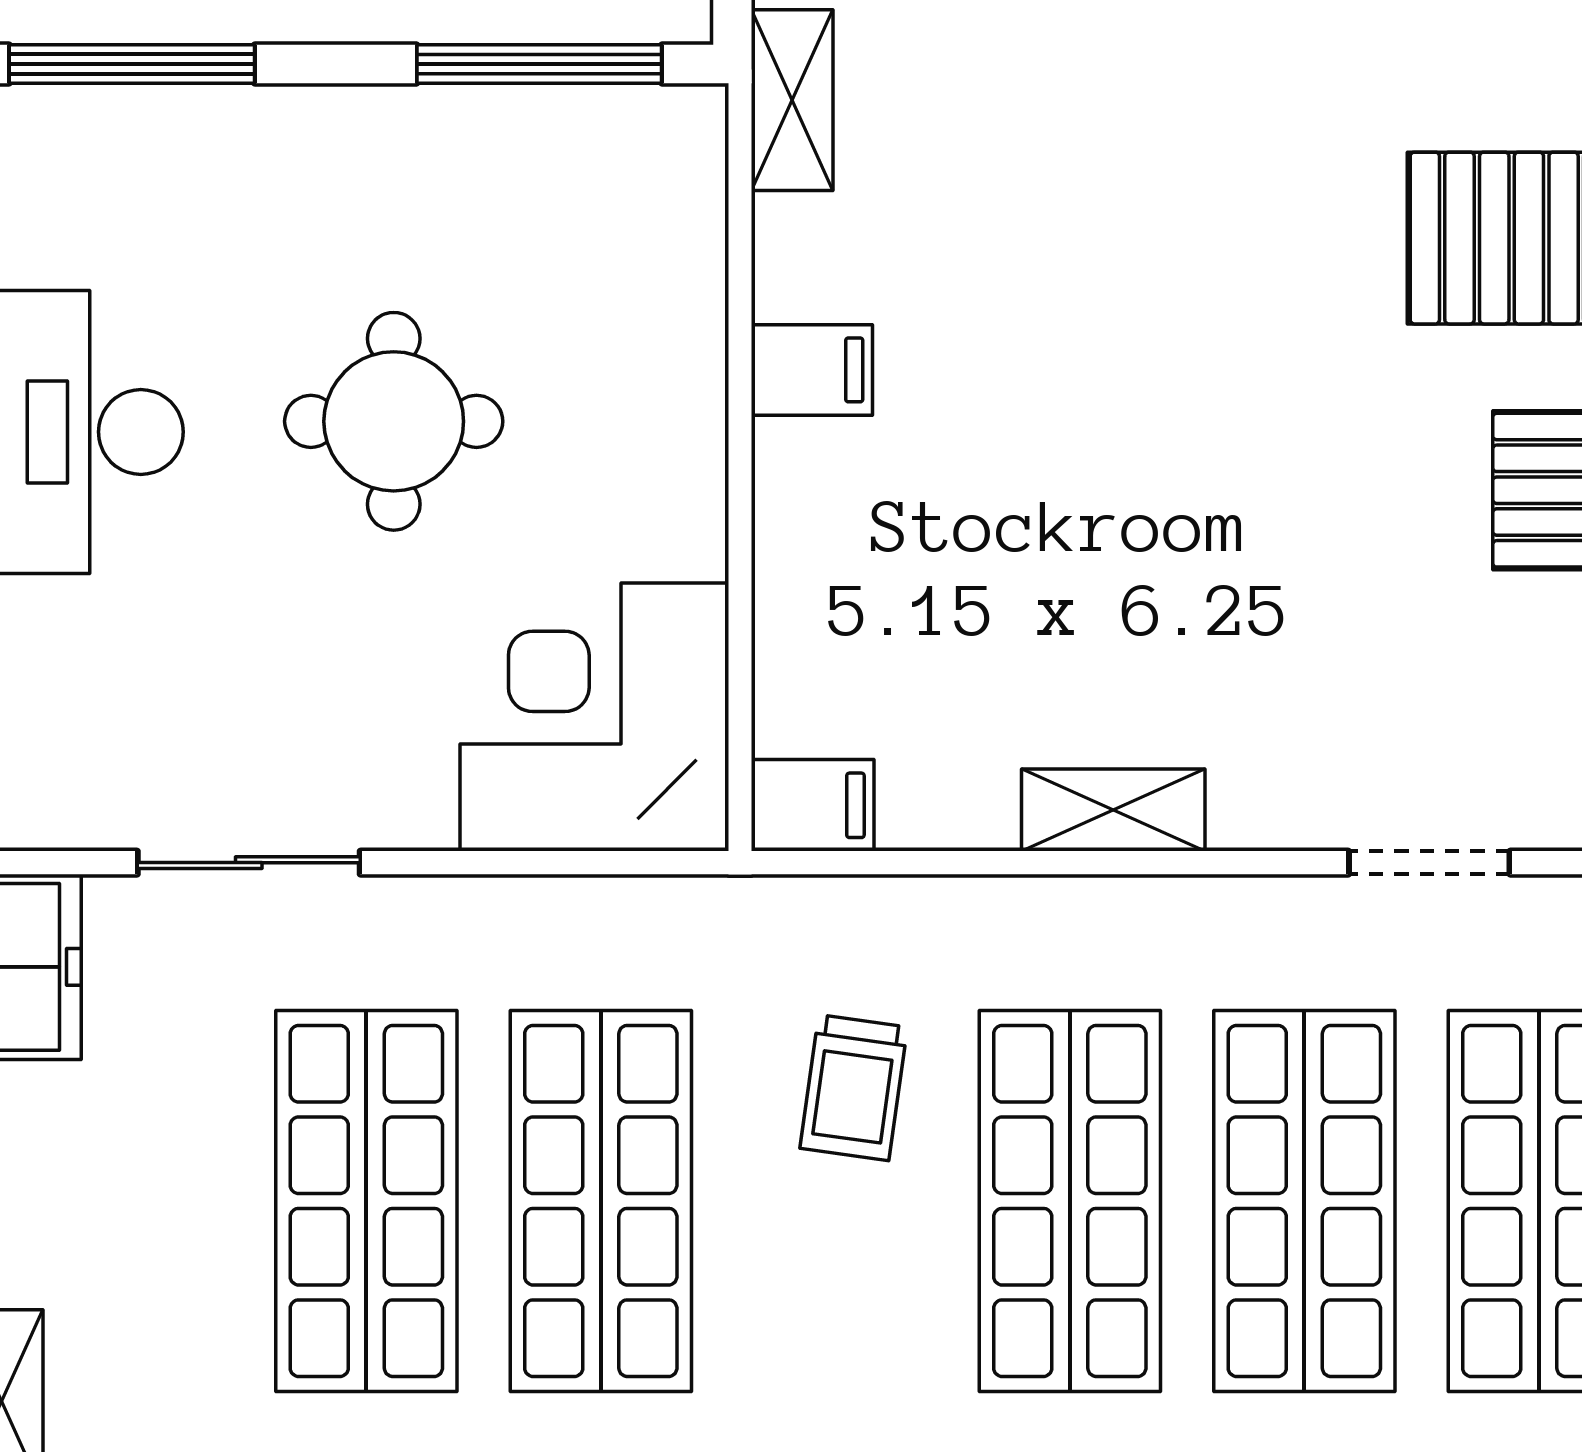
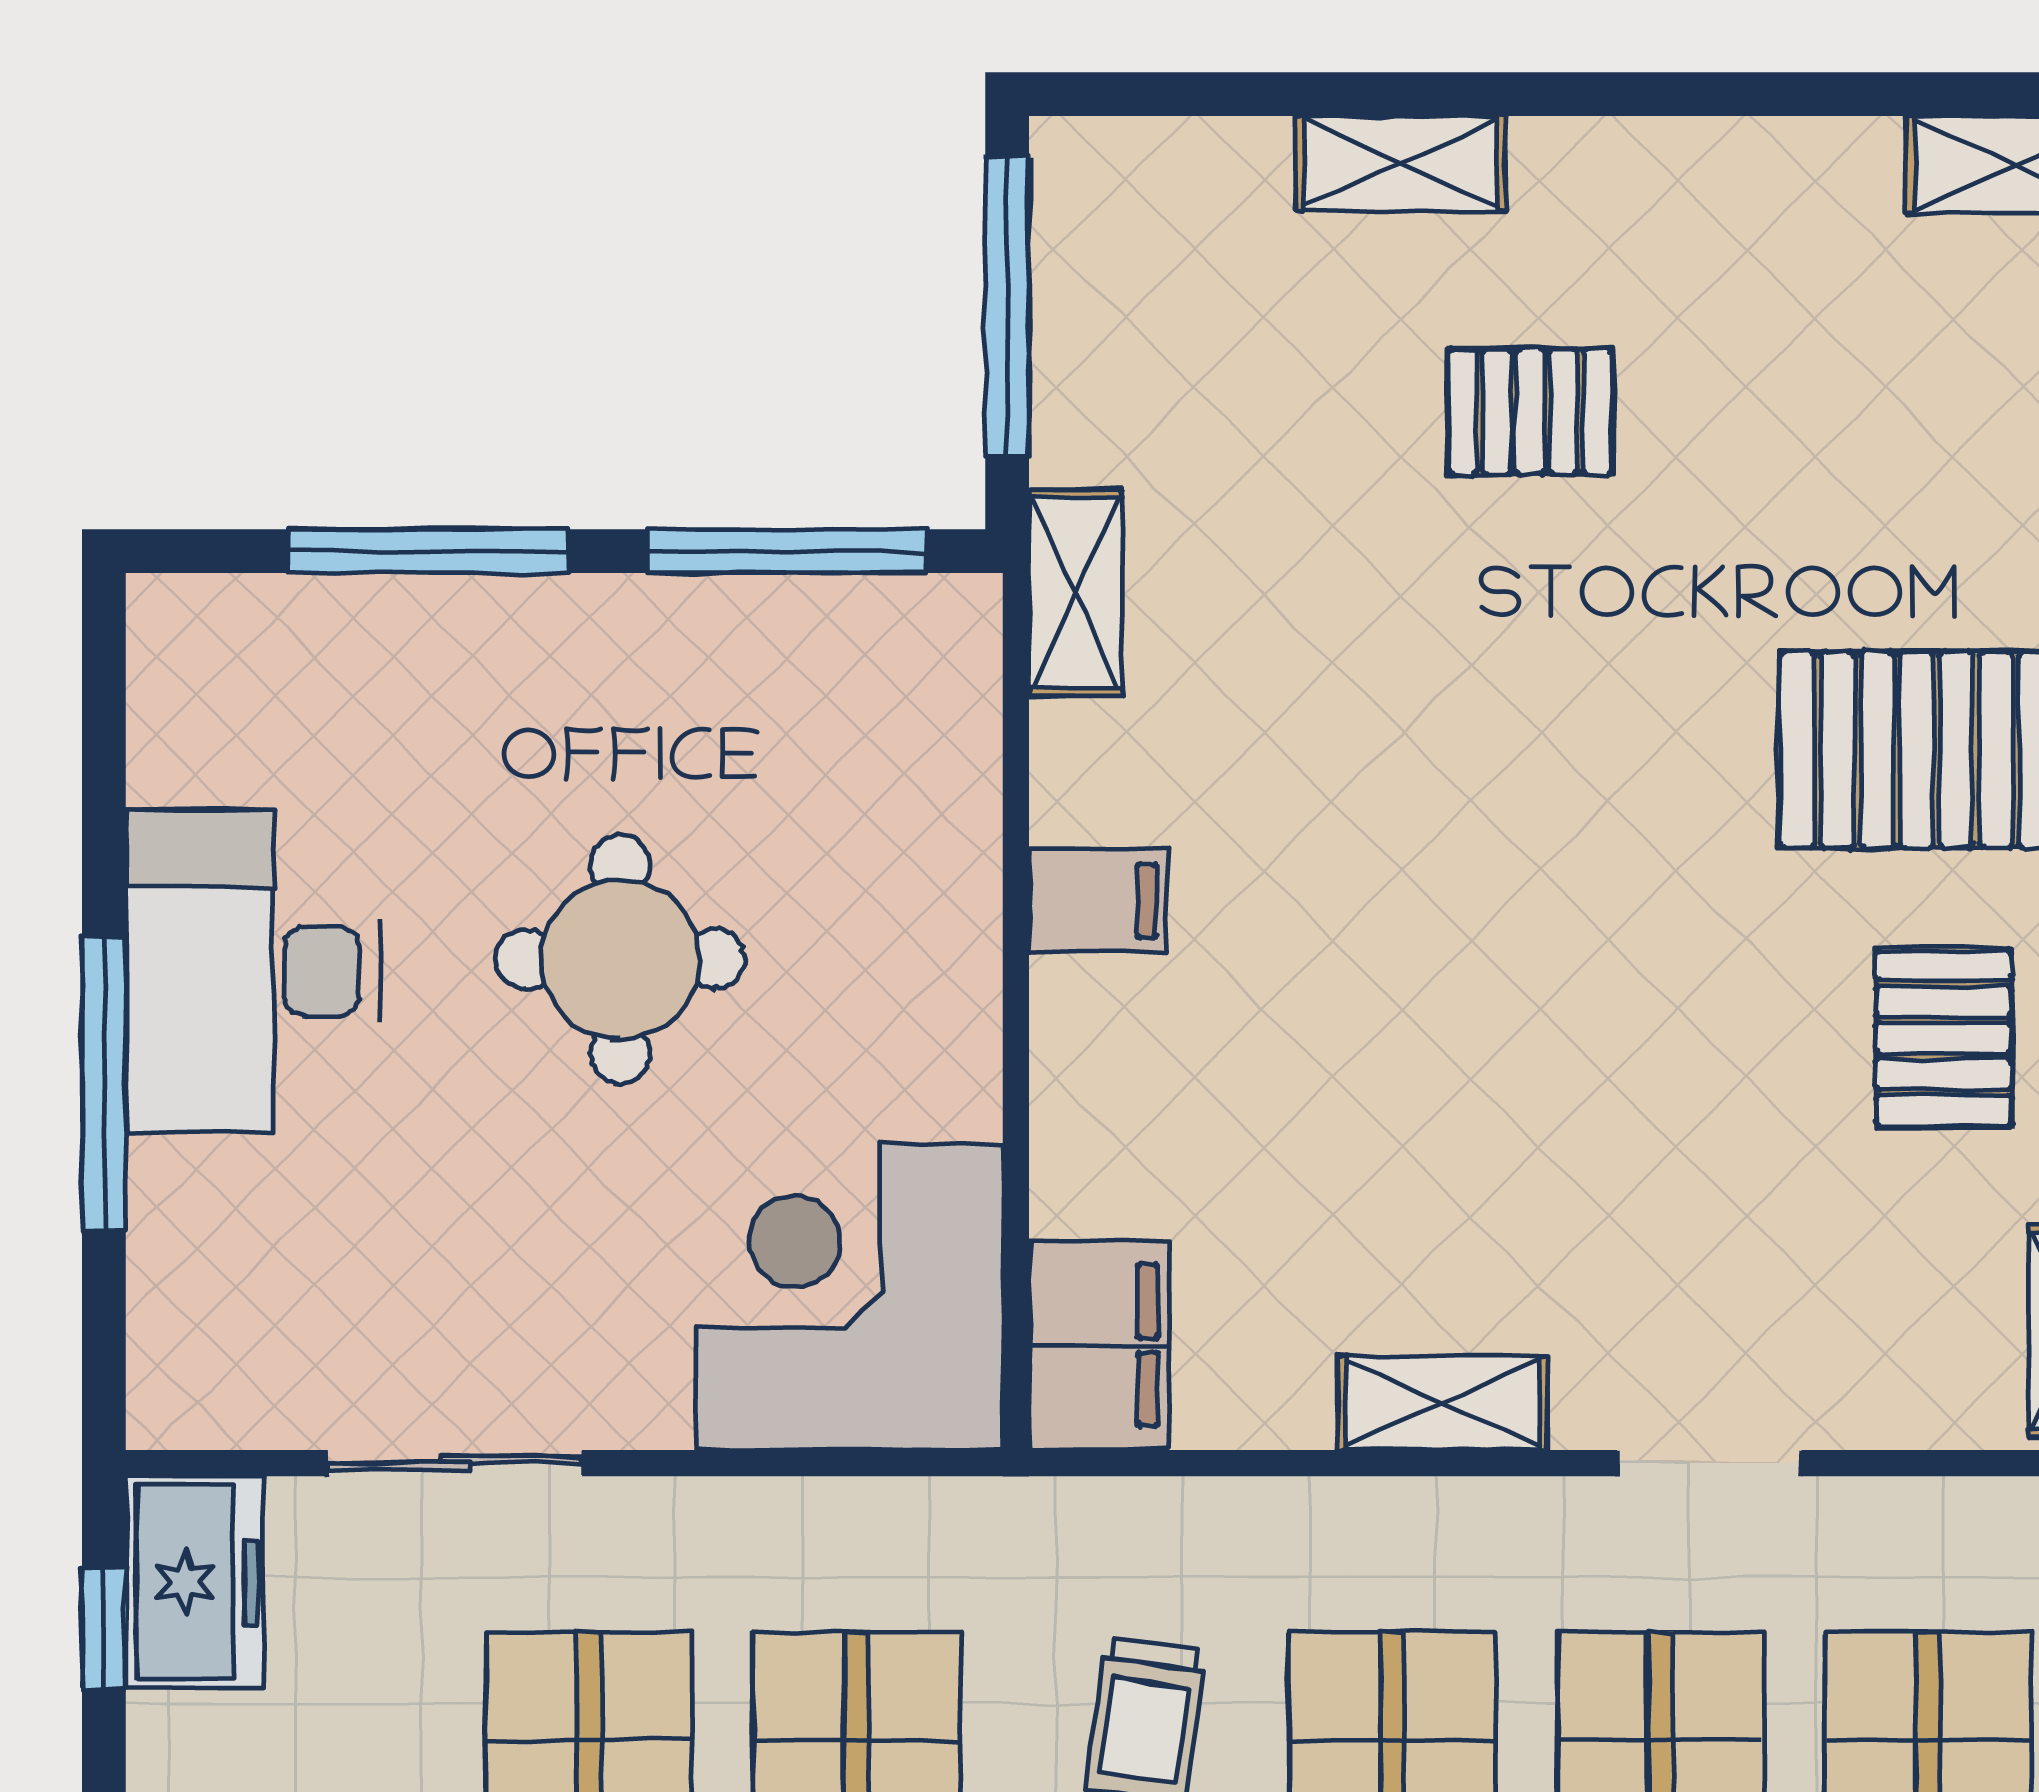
window: (132, 64) -> (429, 551), moved
filing cabinet: (813, 805) -> (1099, 1345), width x2.00
doorway: (1429, 863) -> (1709, 1463), moved

